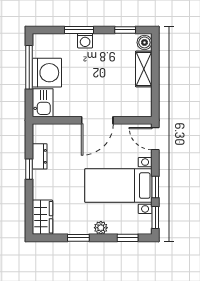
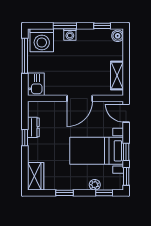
shelving: (144, 69) -> (117, 75), moved
washing machine: (47, 73) -> (42, 40), moved, turned 90
plant: (101, 228) -> (95, 185), moved

